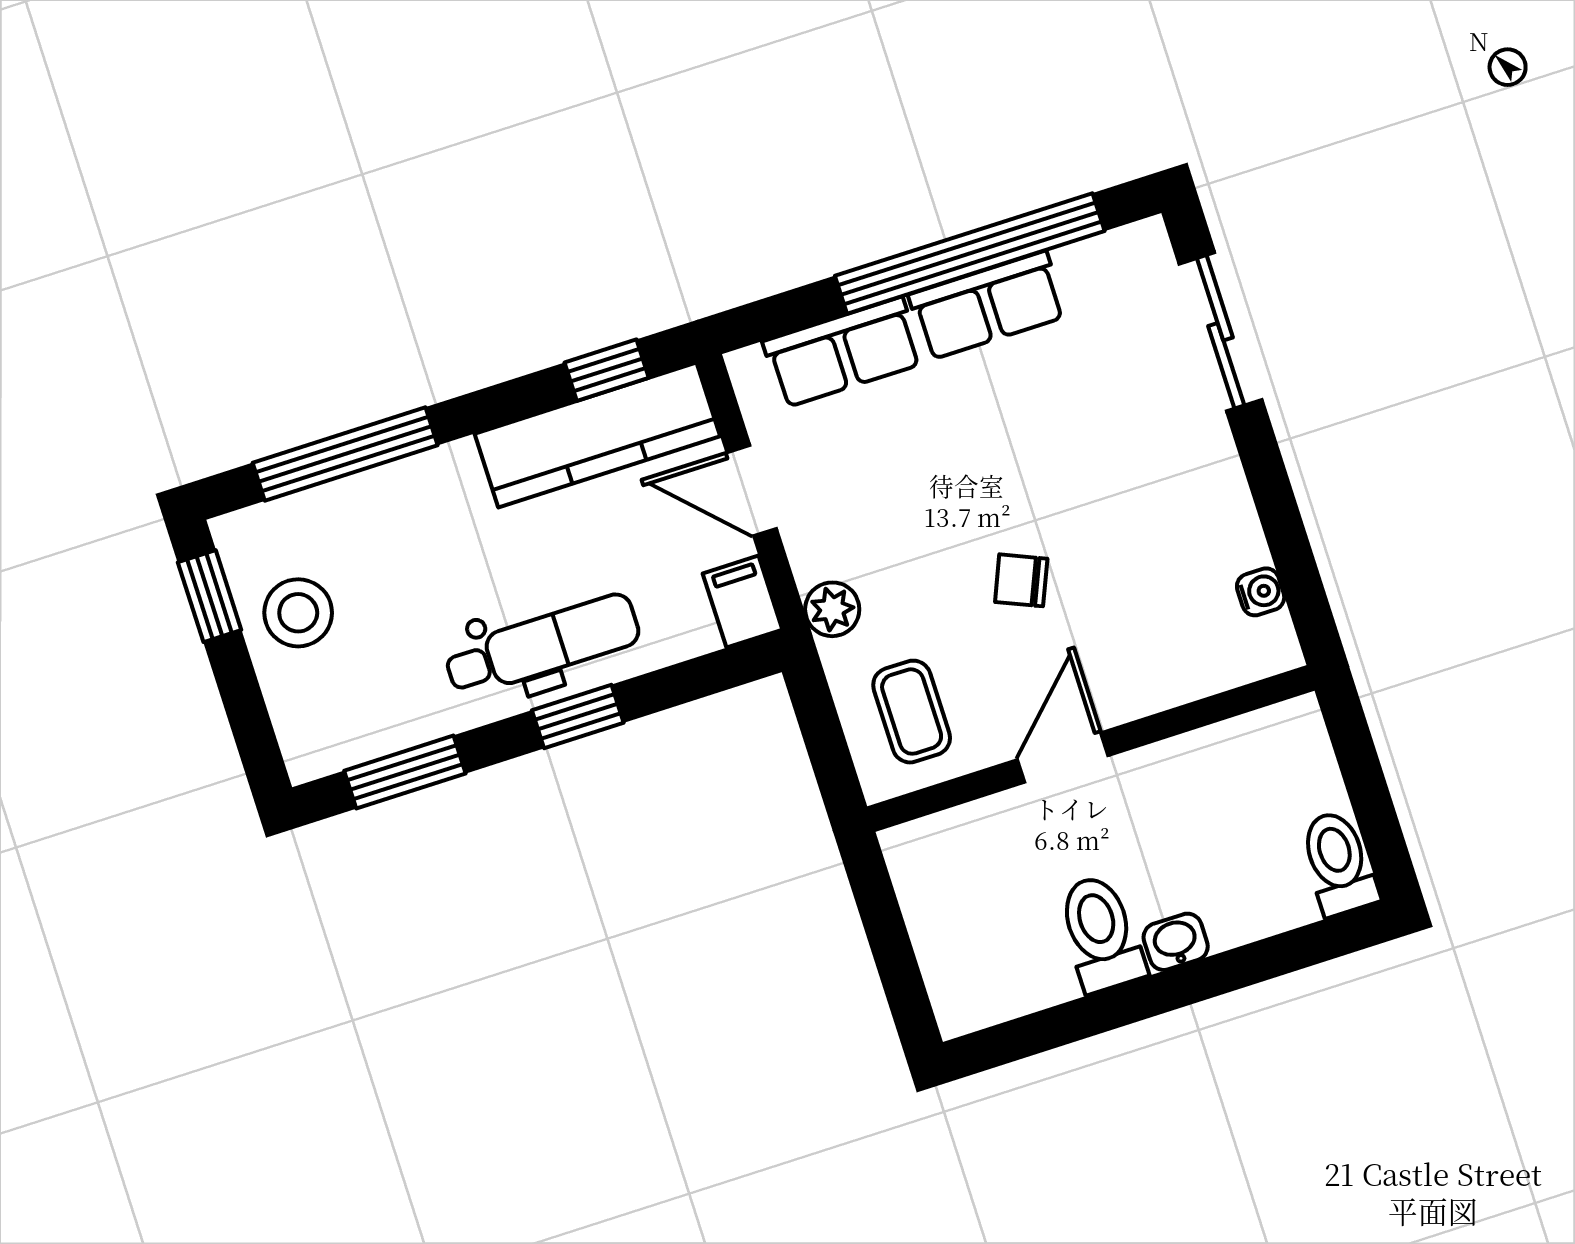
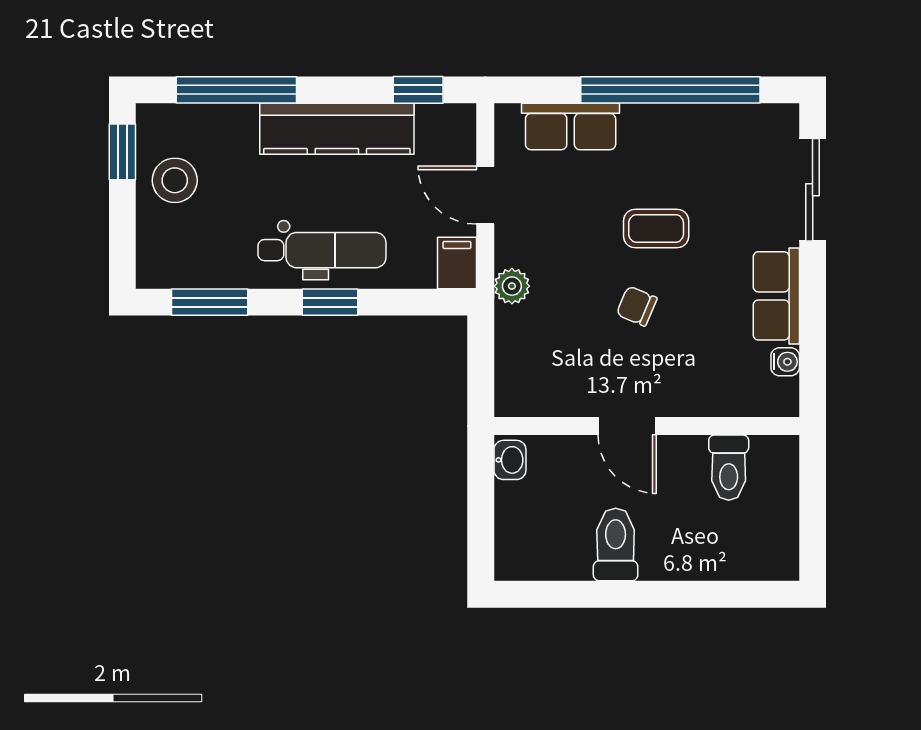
row of seats: (987, 305) -> (776, 296), moved, turned 90
kitchen counter: (597, 435) -> (337, 129), moved
coffee table: (912, 712) -> (656, 229), moved, turned 90
door: (1063, 758) -> (627, 426), swing flipped
toilet: (1339, 863) -> (729, 468), moved, turned 180
washbasin: (1176, 942) -> (510, 460), moved, turned 90

